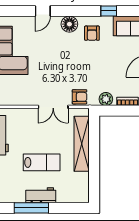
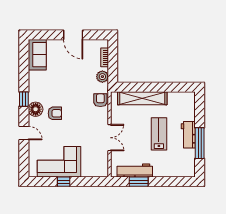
window: (109, 11) -> (24, 99), moved
armchair: (92, 33) -> (55, 113), moved
double door: (53, 107) -> (109, 138), moved

